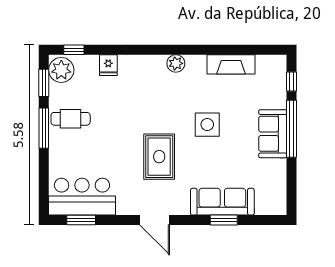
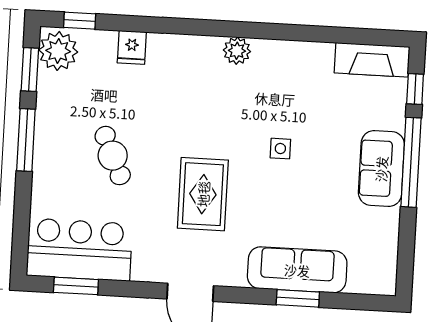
fireplace: (231, 64) -> (372, 60), moved
cafe table: (71, 119) -> (113, 156), moved, turned 66
side table: (207, 125) -> (280, 149), width x0.54, depth x0.54

